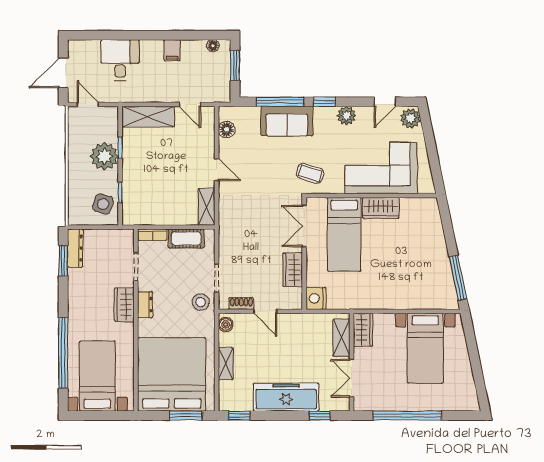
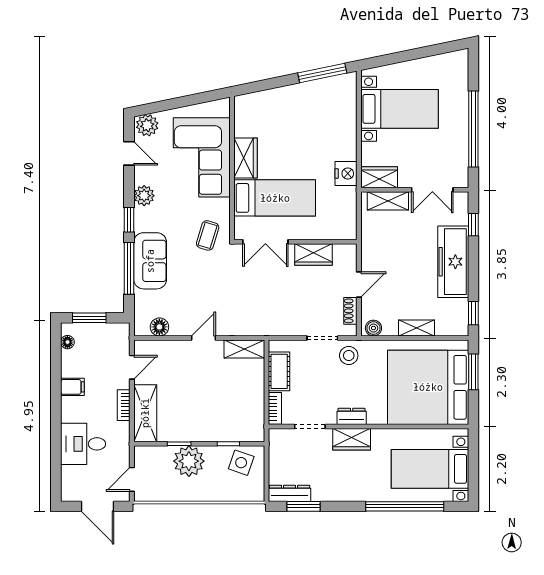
bookcase: (155, 97) -> (124, 405), added
nightstand: (316, 298) -> (346, 174), moved, turned -90

